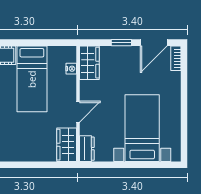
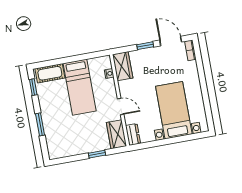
door: (154, 43) -> (171, 41), swing flipped
door: (78, 112) -> (121, 106), hinge flipped
window: (38, 165) -> (97, 154), added

